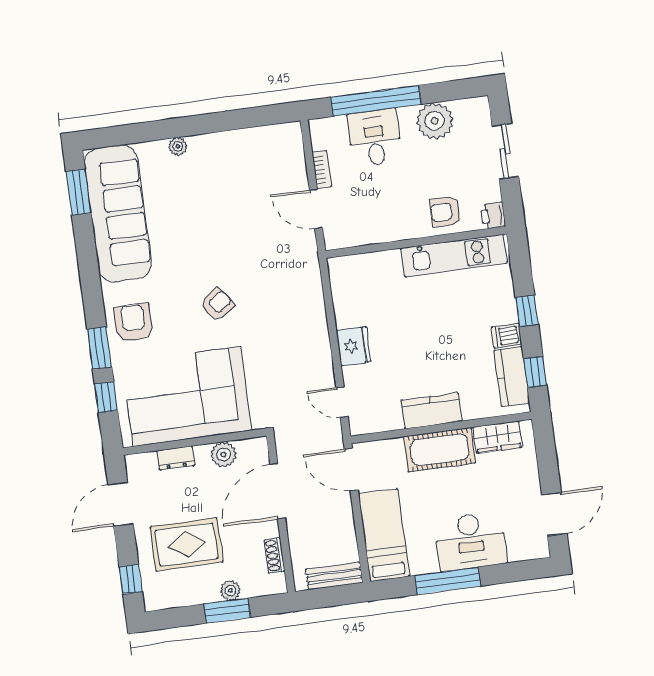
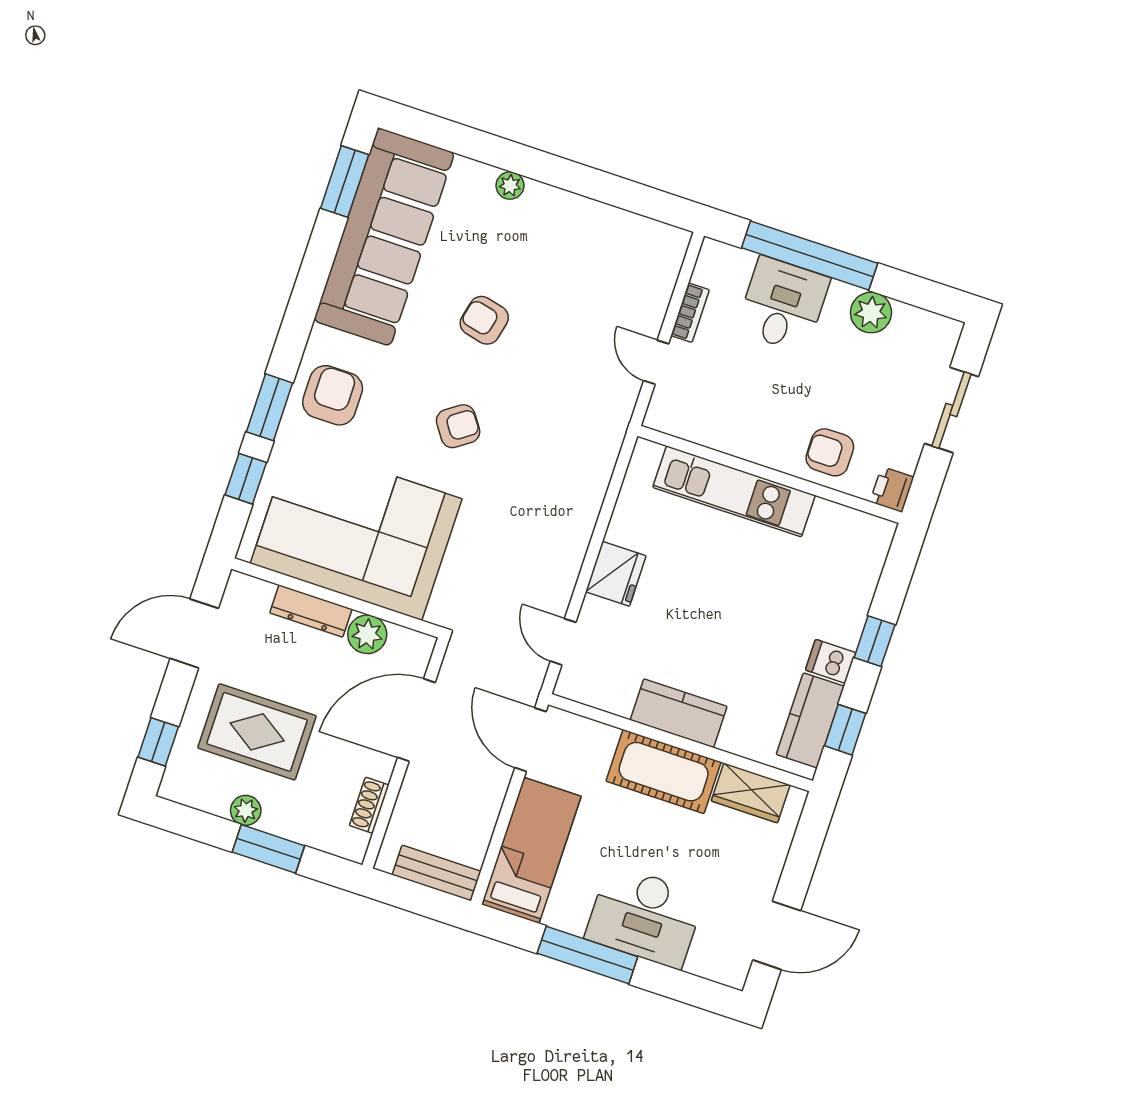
plant: (435, 121) -> (871, 313), width x0.73, depth x0.73
door: (316, 209) -> (656, 362), width x0.73
armchair: (202, 234) -> (484, 320), added
kitchen unit: (454, 255) -> (734, 491), moved
dresser: (176, 458) -> (311, 611), width x1.44
plant: (230, 591) -> (246, 810), moved

